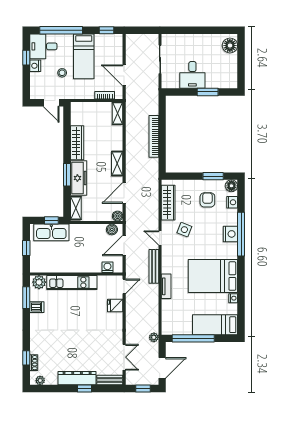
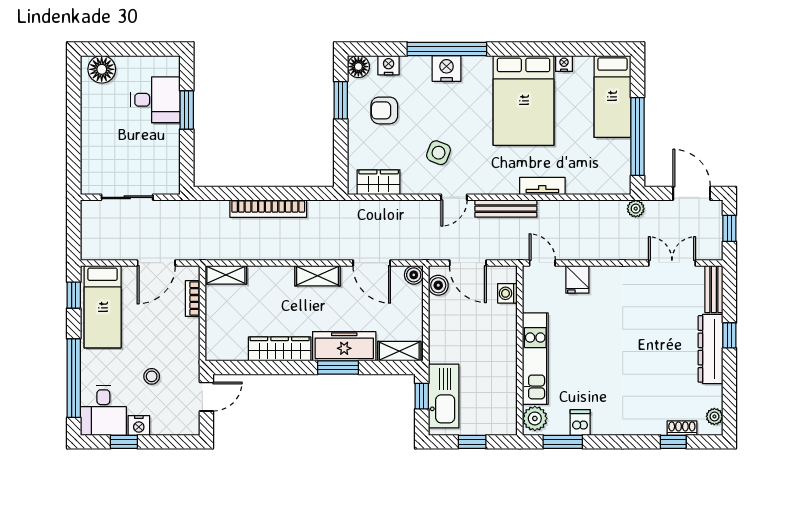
bed: (84, 56) -> (103, 307), moved, turned 90
desk: (192, 75) -> (155, 100), moved
wardrobe: (168, 203) -> (379, 182), width x0.67

